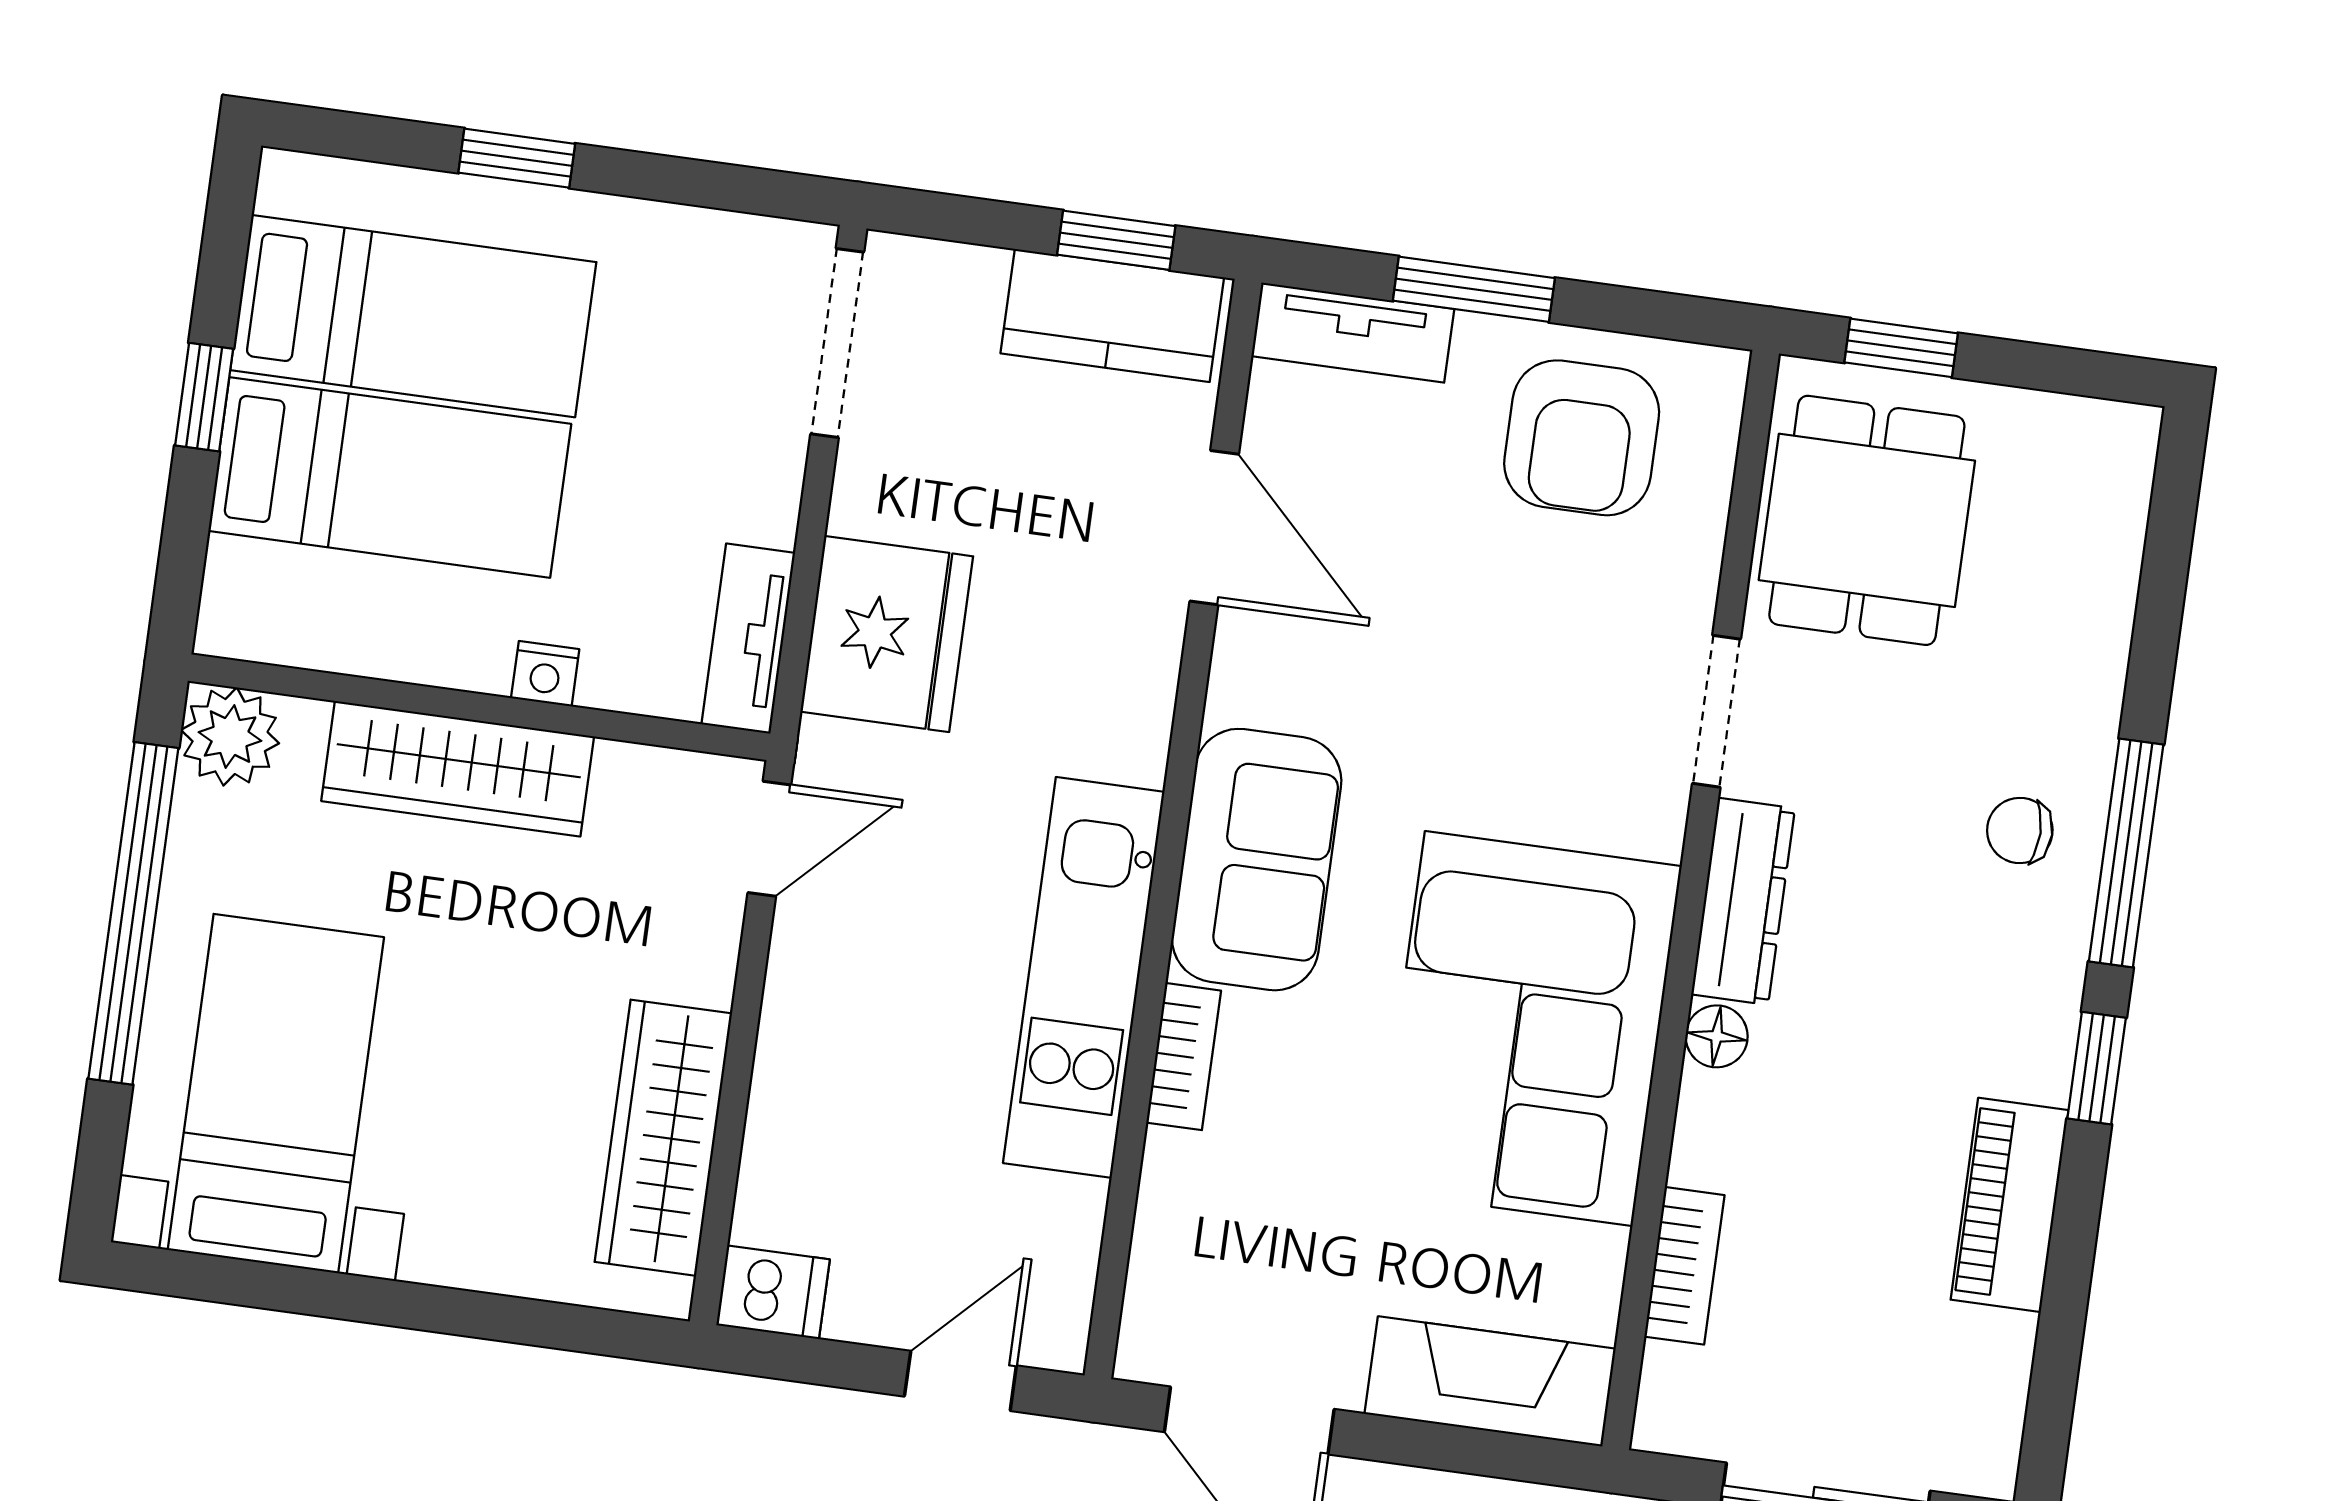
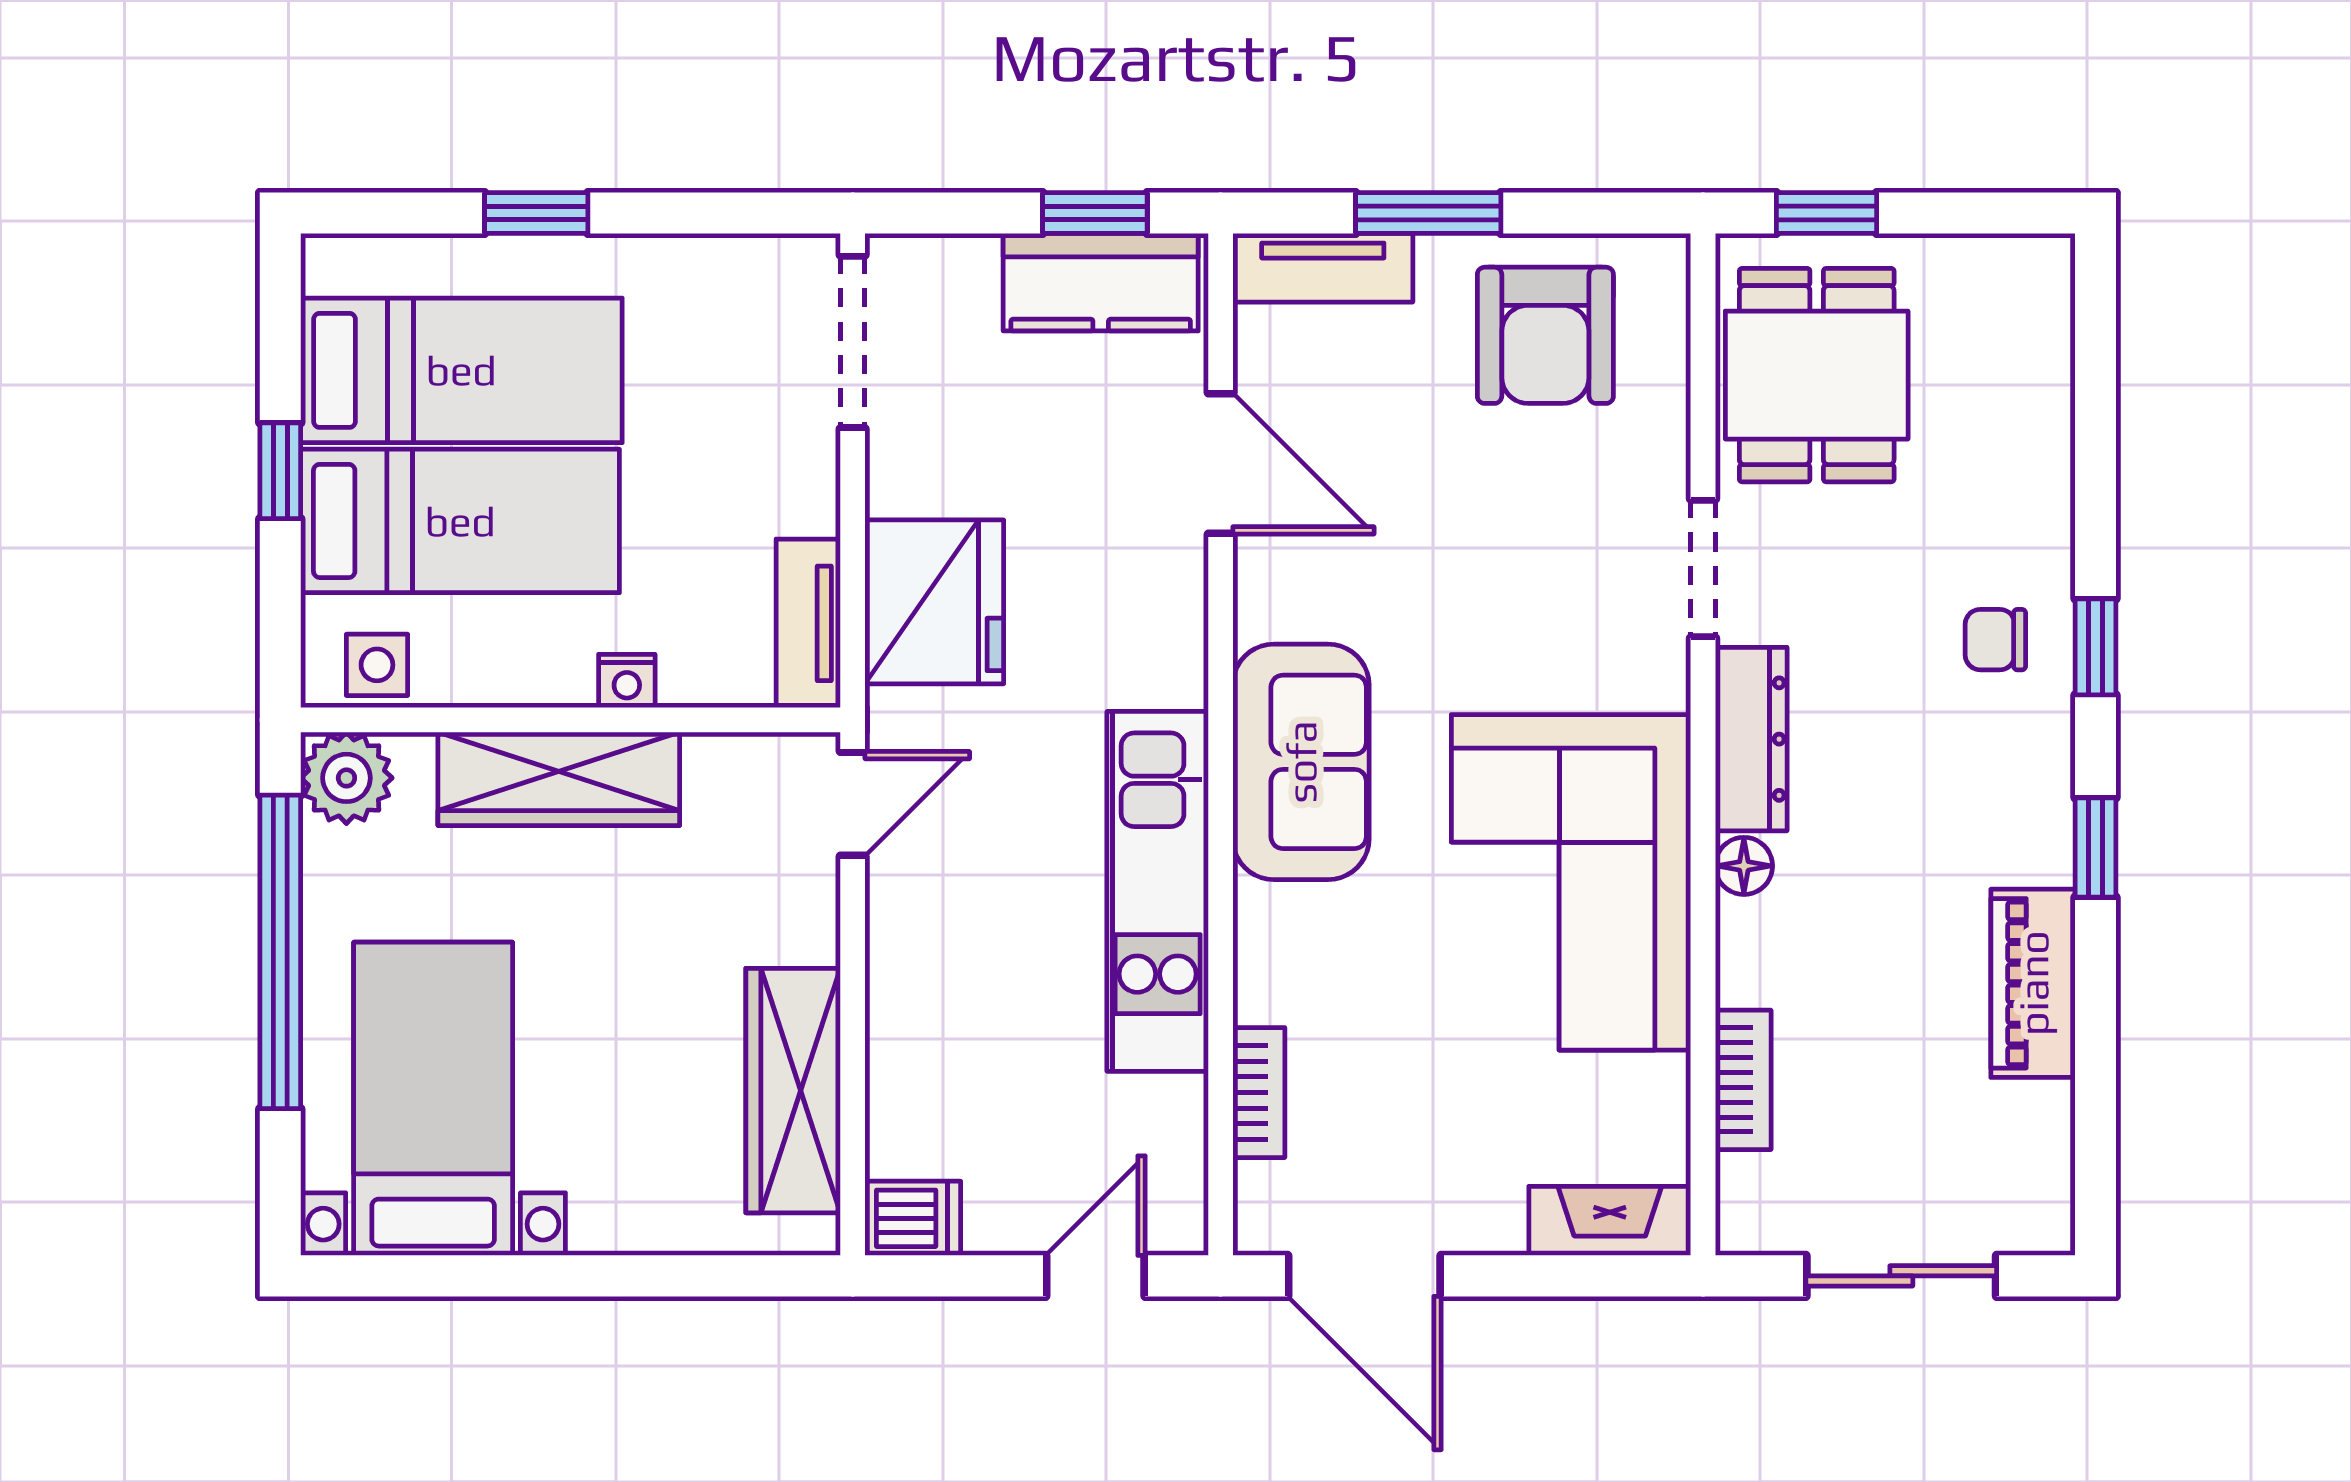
side table: (279, 620) -> (377, 665), added
window: (2126, 853) -> (2095, 647), width x0.46
bookcase: (1184, 1057) -> (1259, 1093), moved
fireplace: (1490, 1381) -> (1610, 1221), width x0.73, depth x0.76

